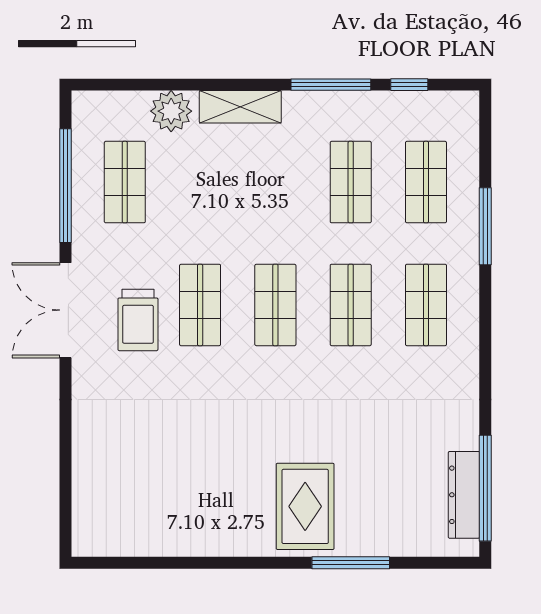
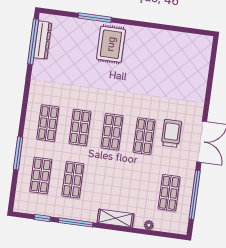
plant: (171, 111) -> (149, 225), width x0.53, depth x0.53

